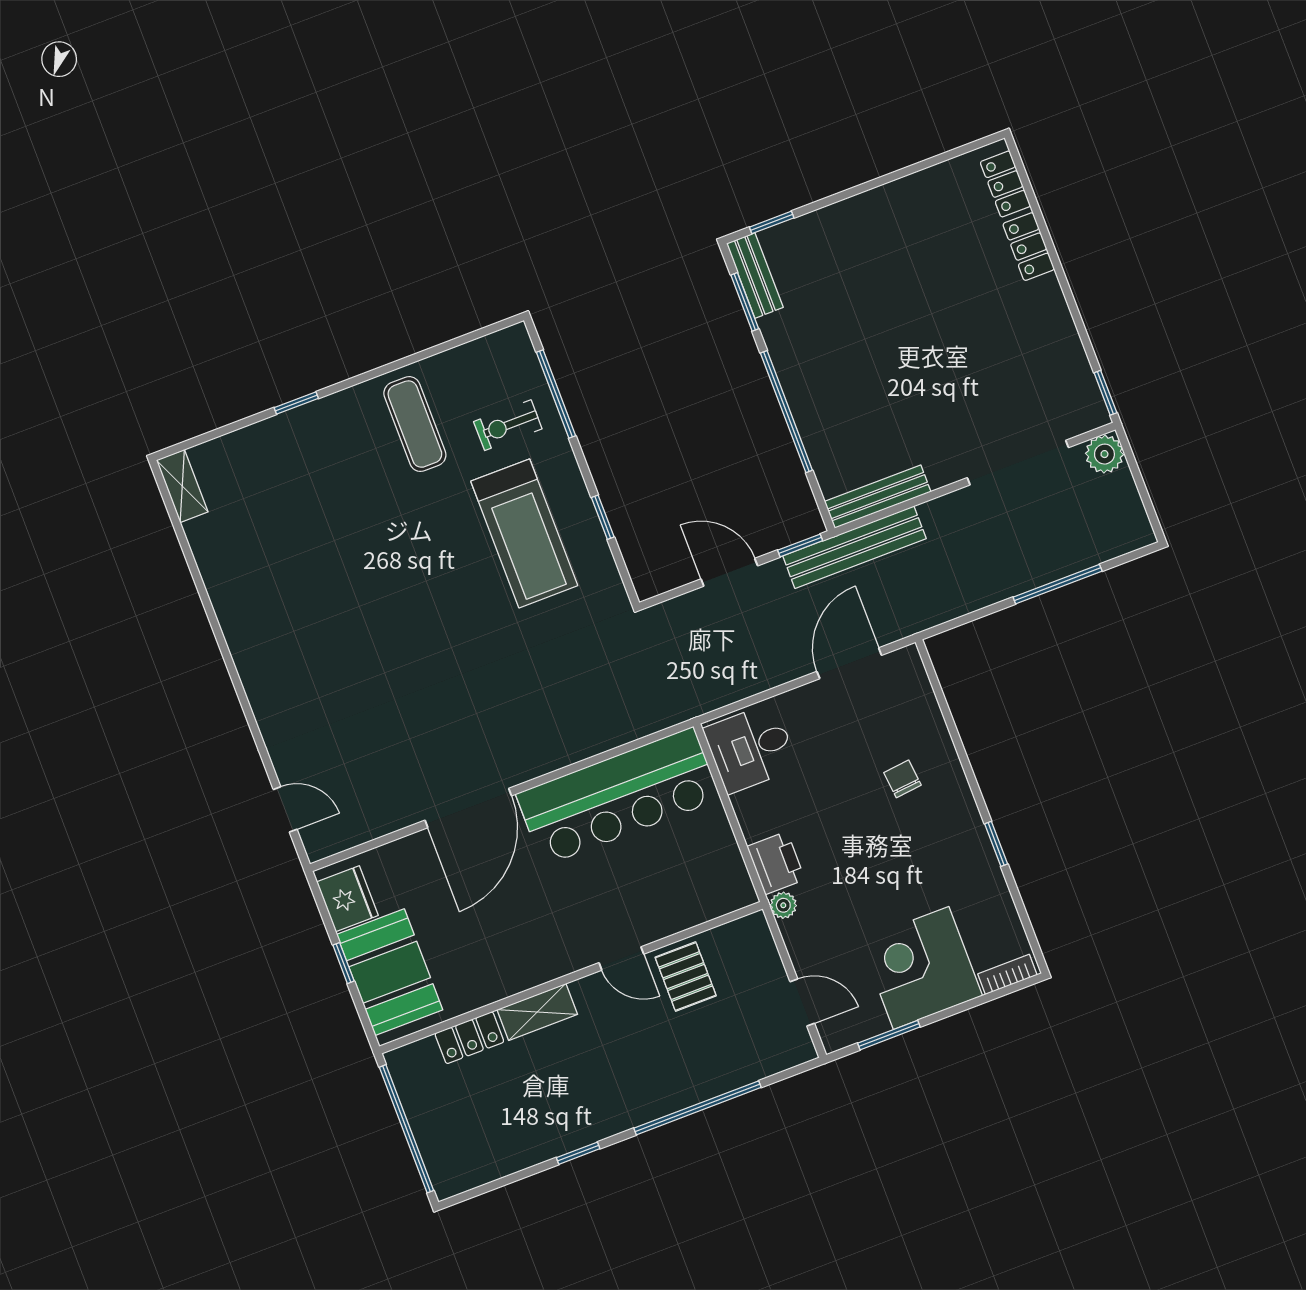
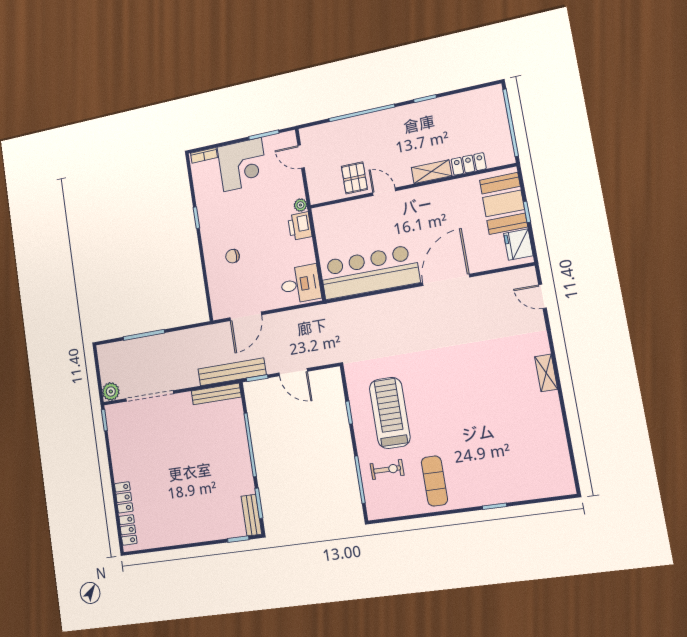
shelving: (182, 486) -> (546, 373), moved
chair: (902, 779) -> (233, 256), turned 96

